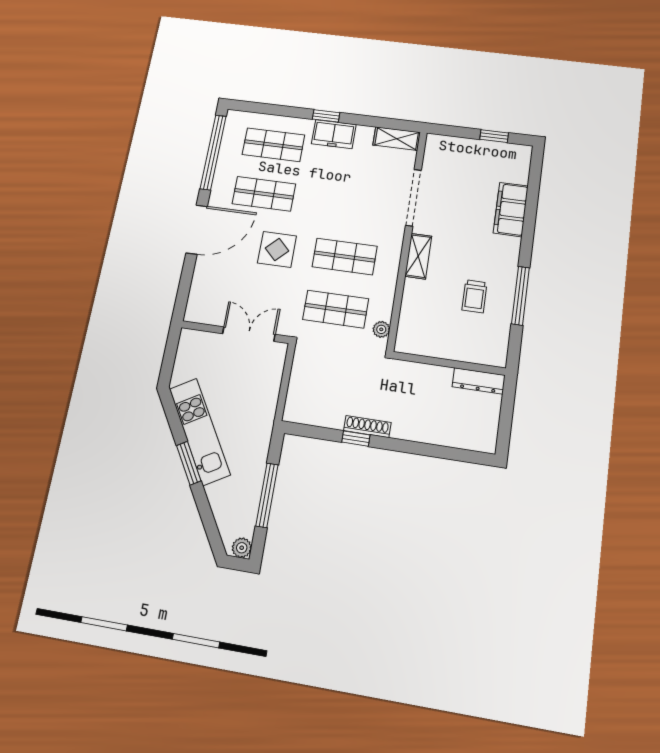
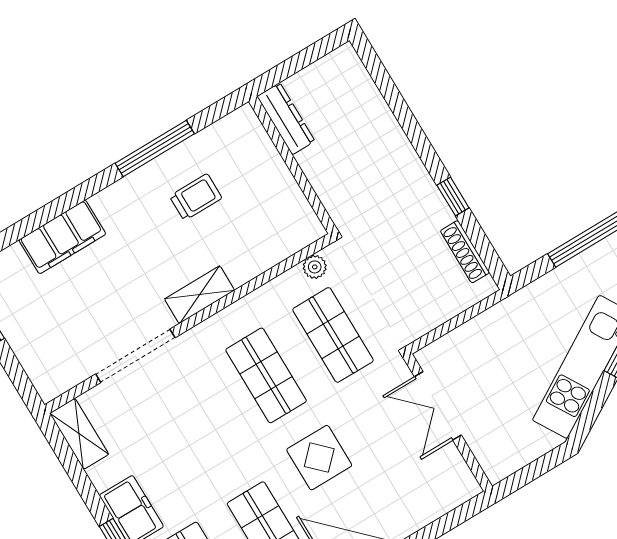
shoe rack: (367, 427) -> (465, 252), moved

